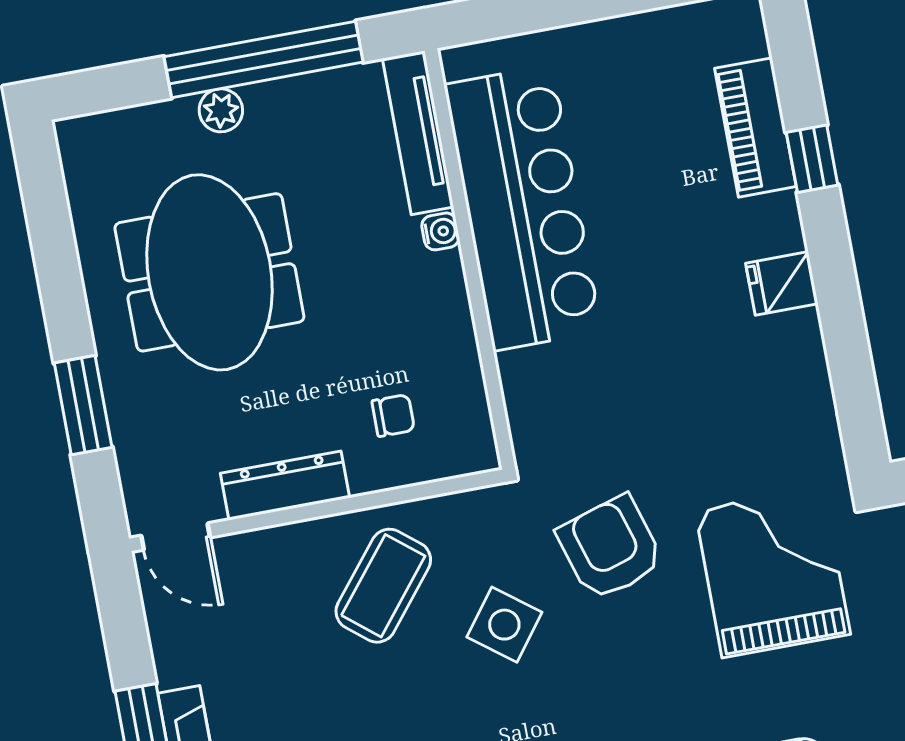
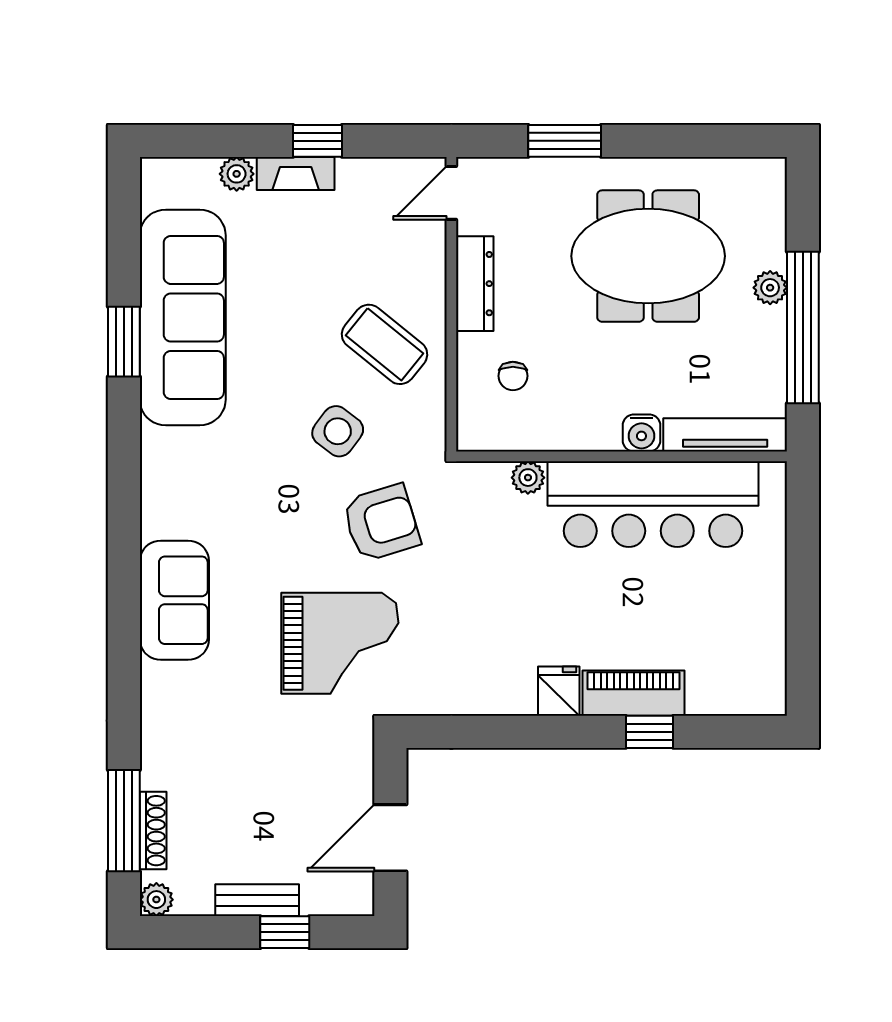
piano: (755, 127) -> (634, 693), moved
water cooler: (440, 231) -> (641, 433), width x1.38, depth x1.38
plant: (518, 373) -> (528, 478), added

